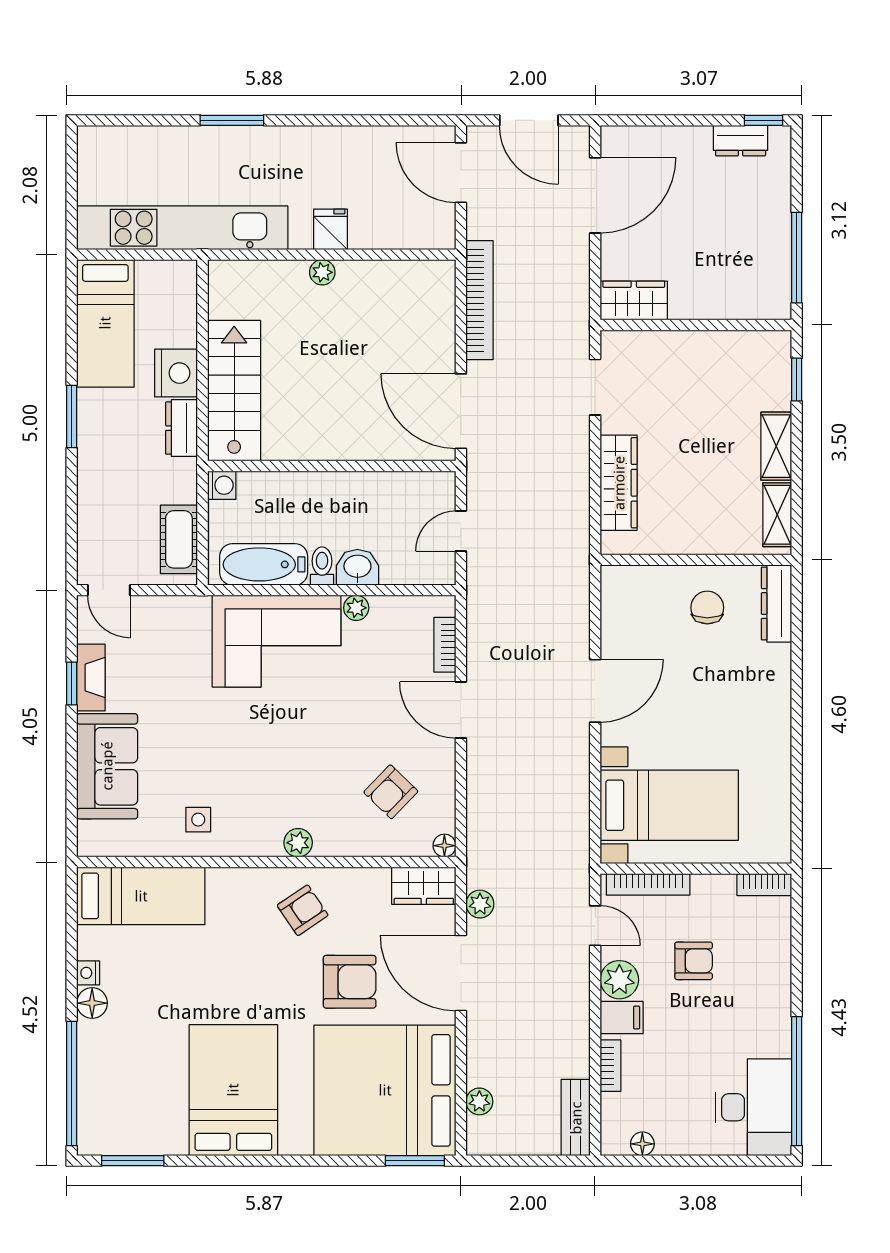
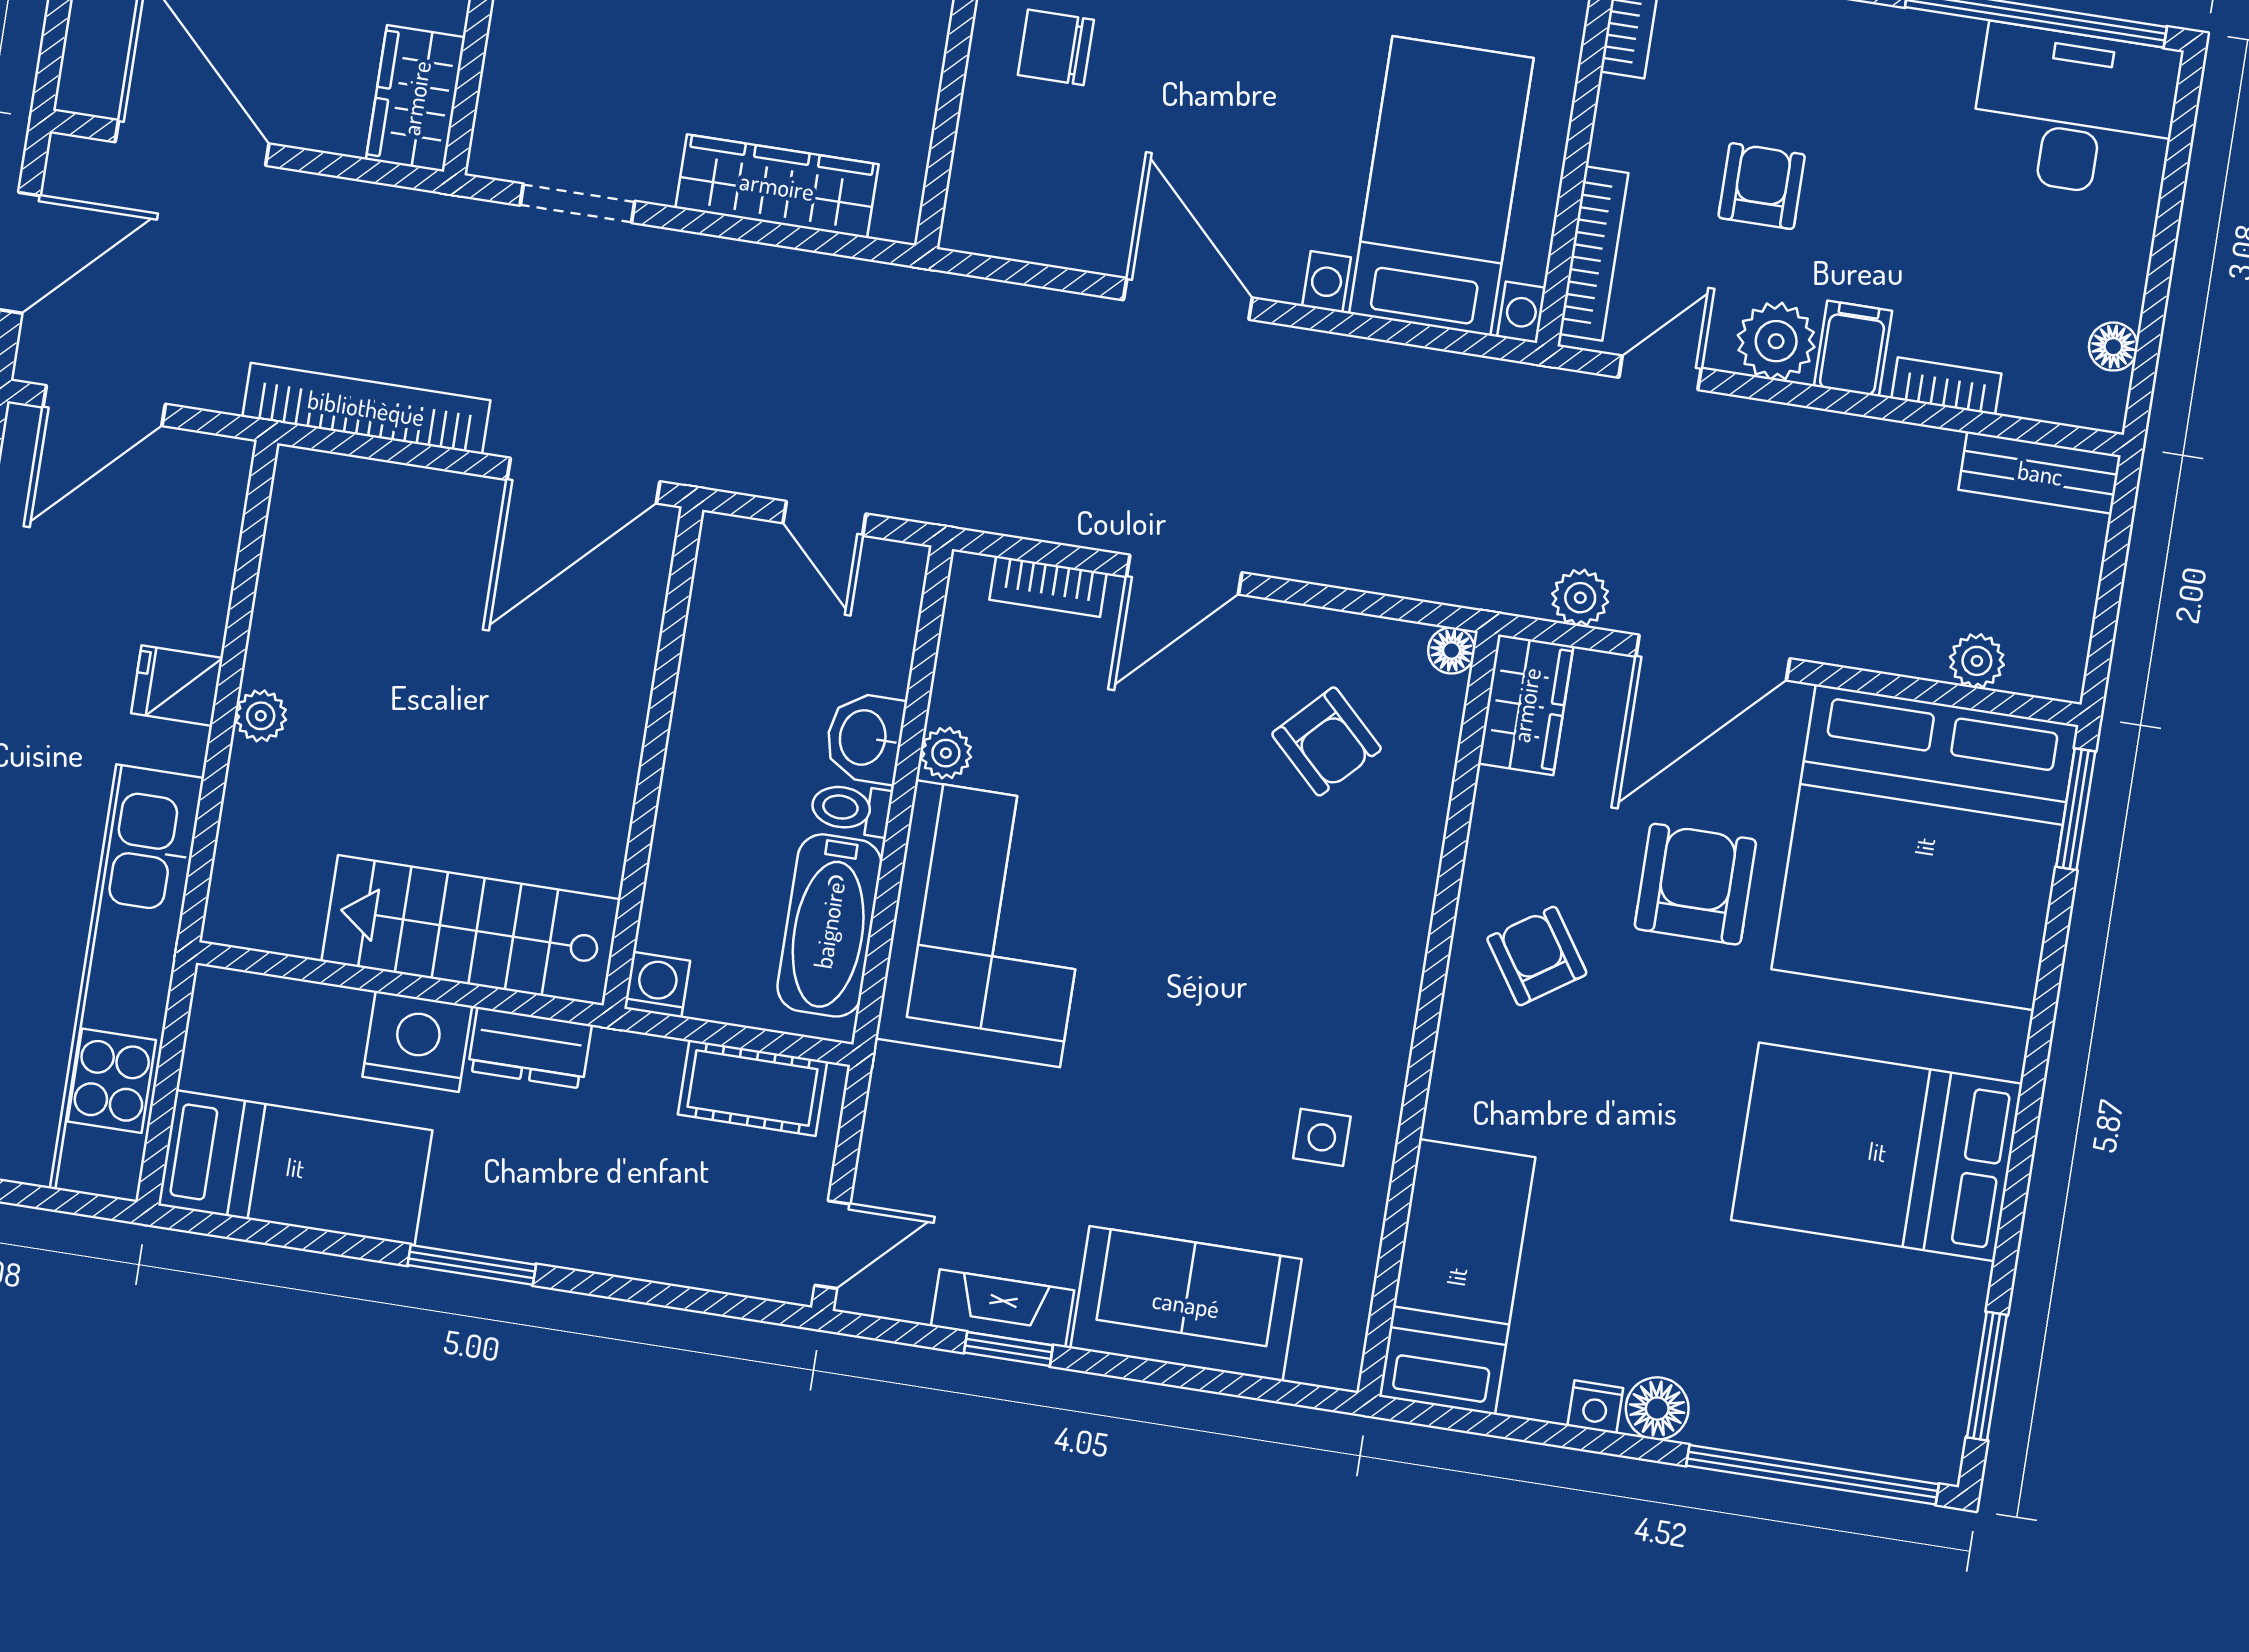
plant: (298, 843) -> (1400, 944), removed

